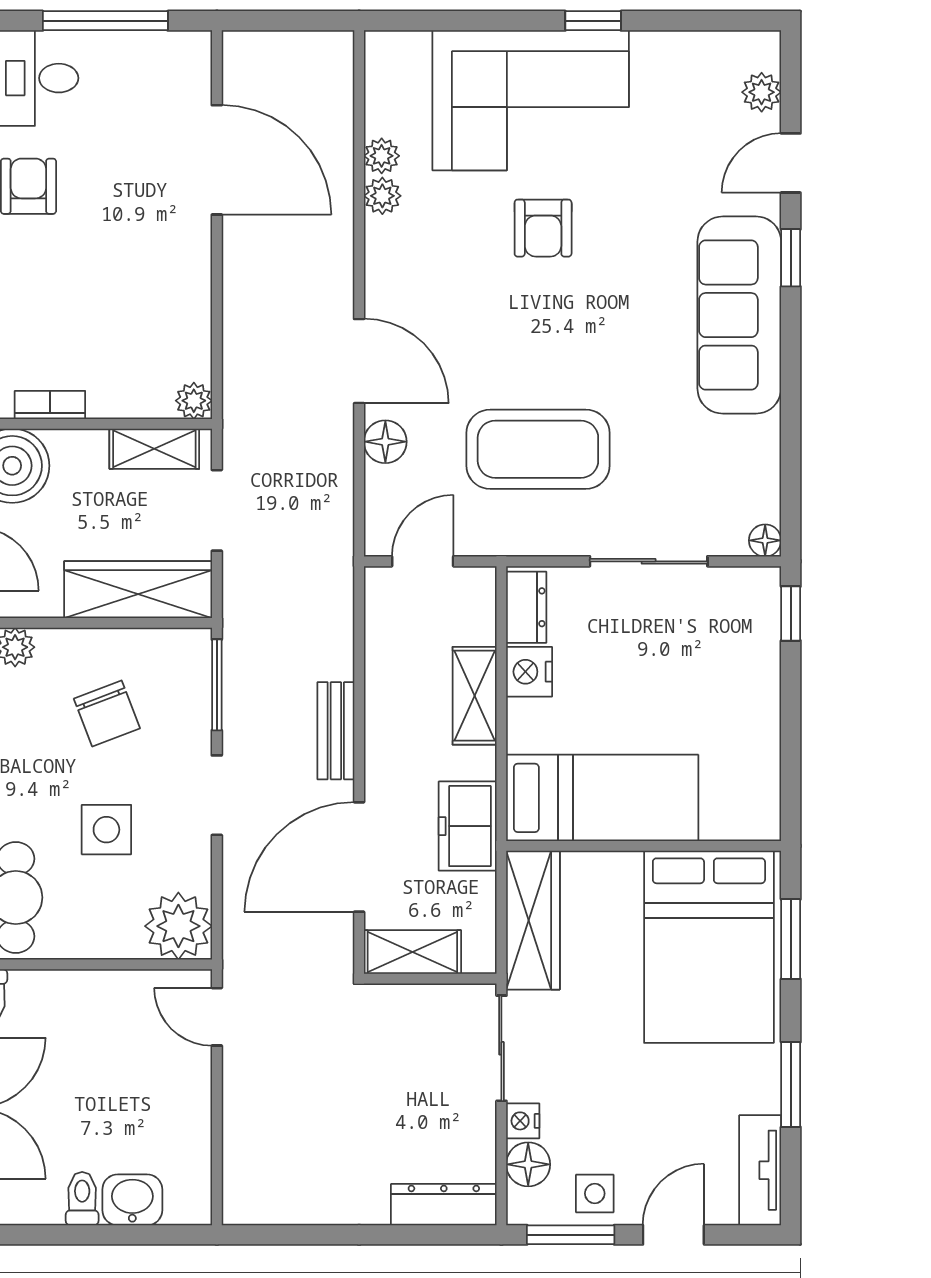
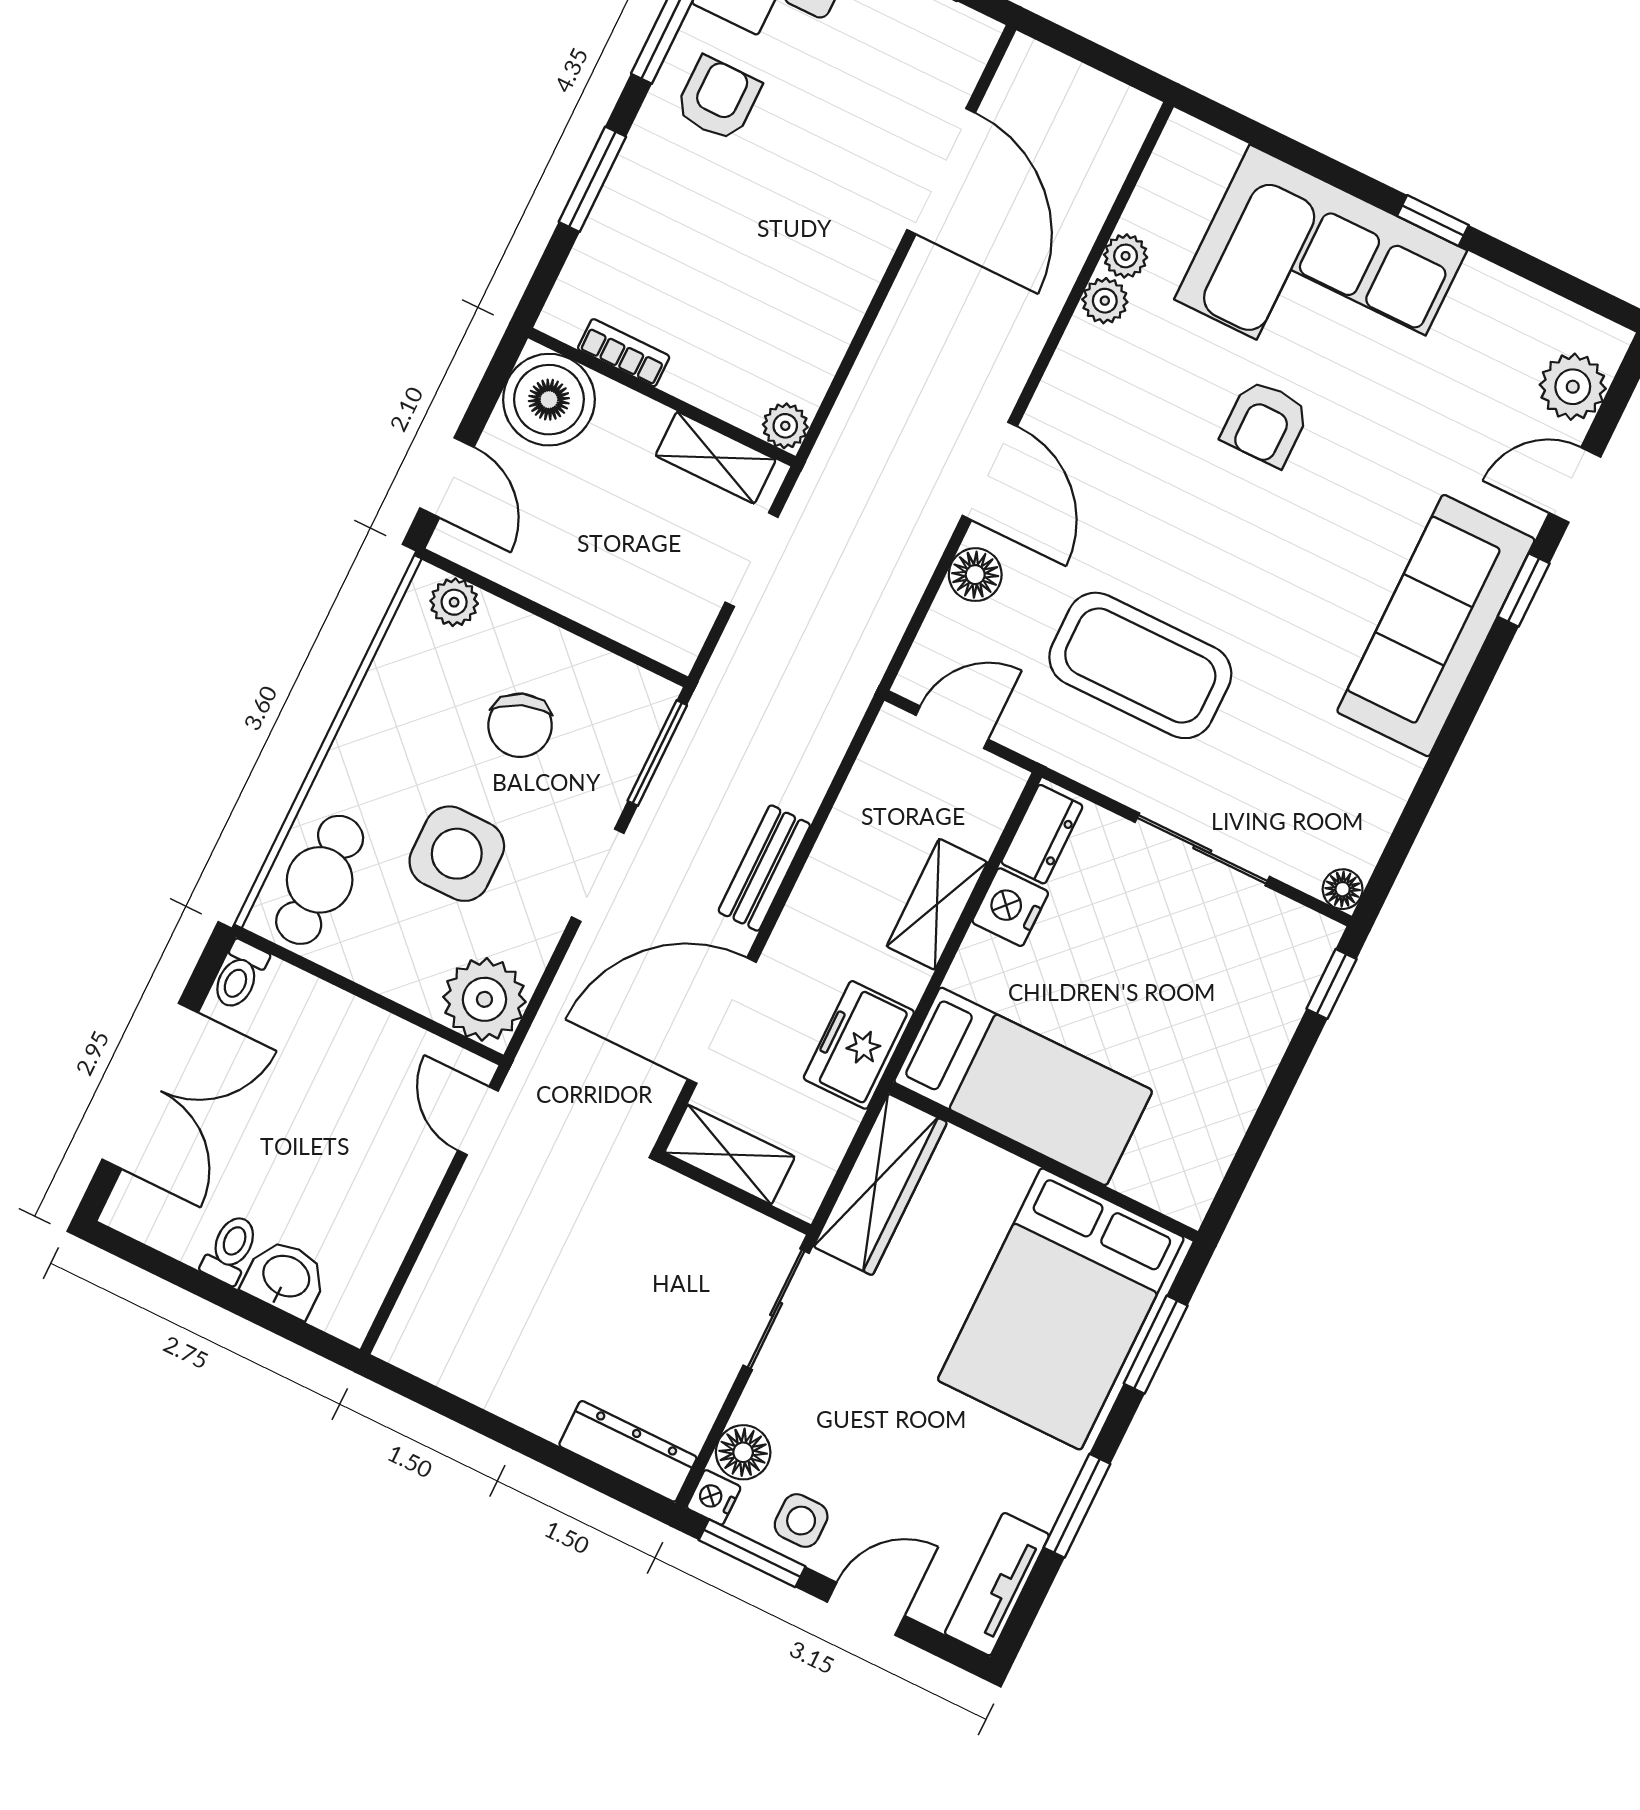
plant: (762, 92) -> (1573, 387), width x1.38, depth x1.38
wardrobe: (138, 590) -> (622, 605), removed
side table: (106, 830) -> (457, 854), width x1.37, depth x1.37
nightstand: (523, 1121) -> (714, 1497), moved

